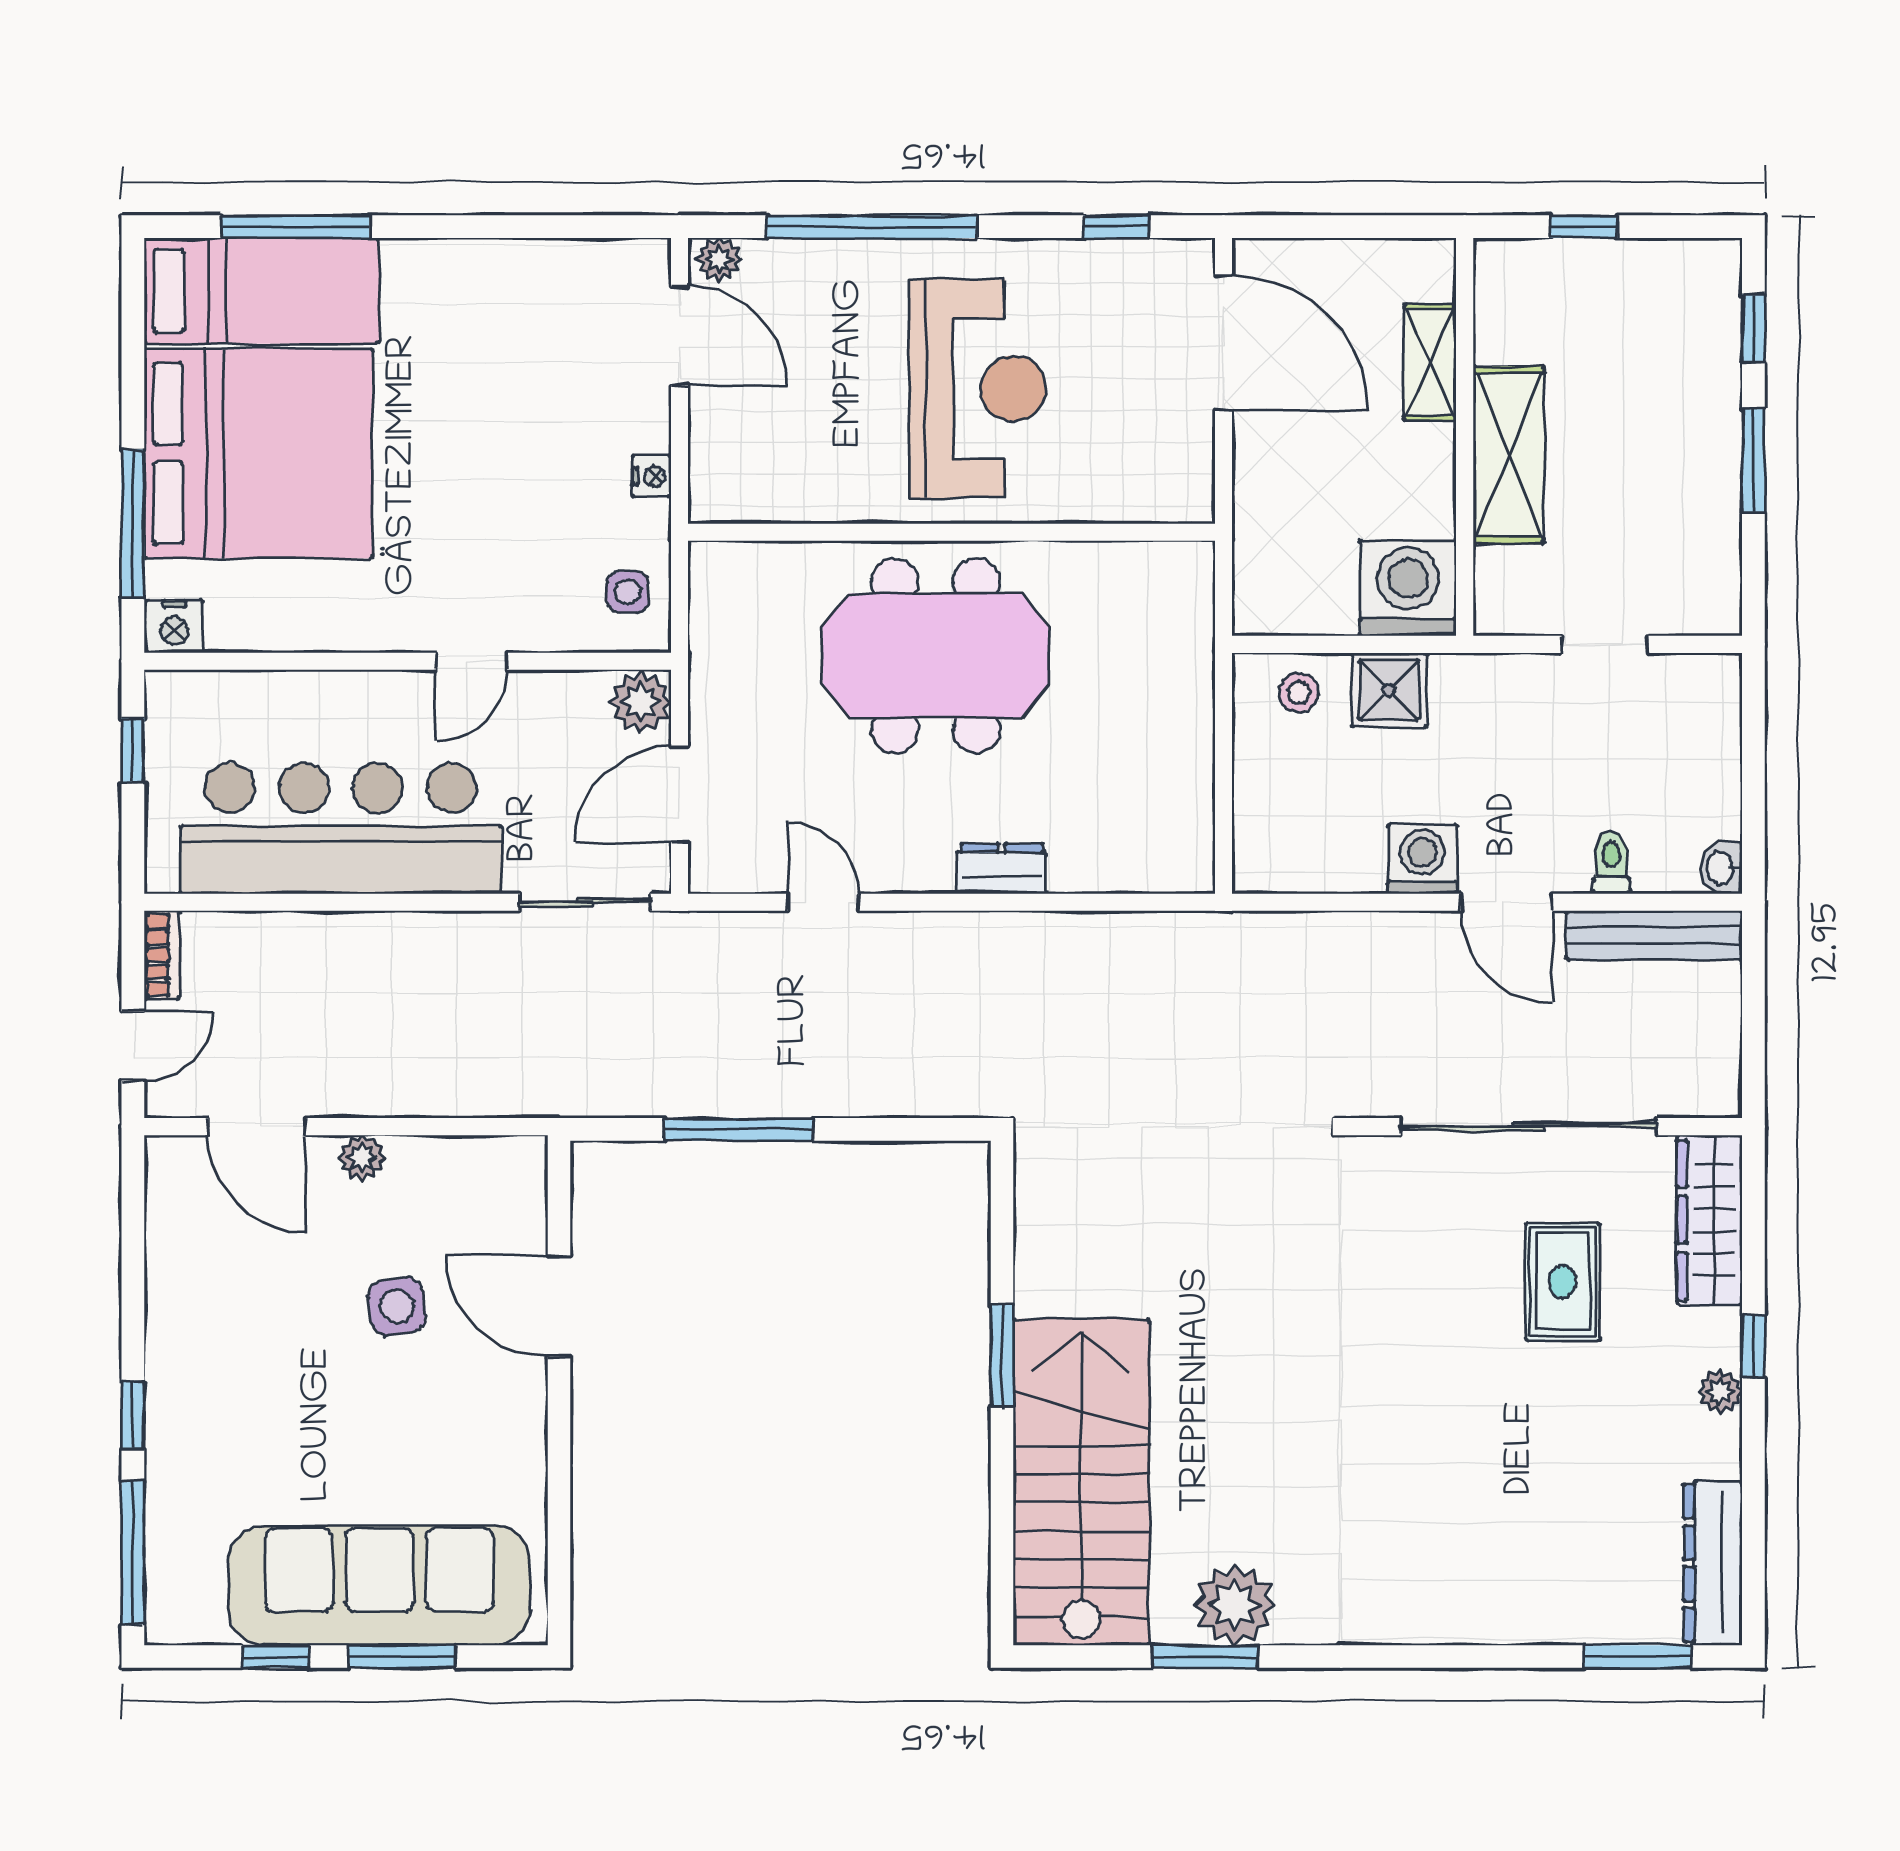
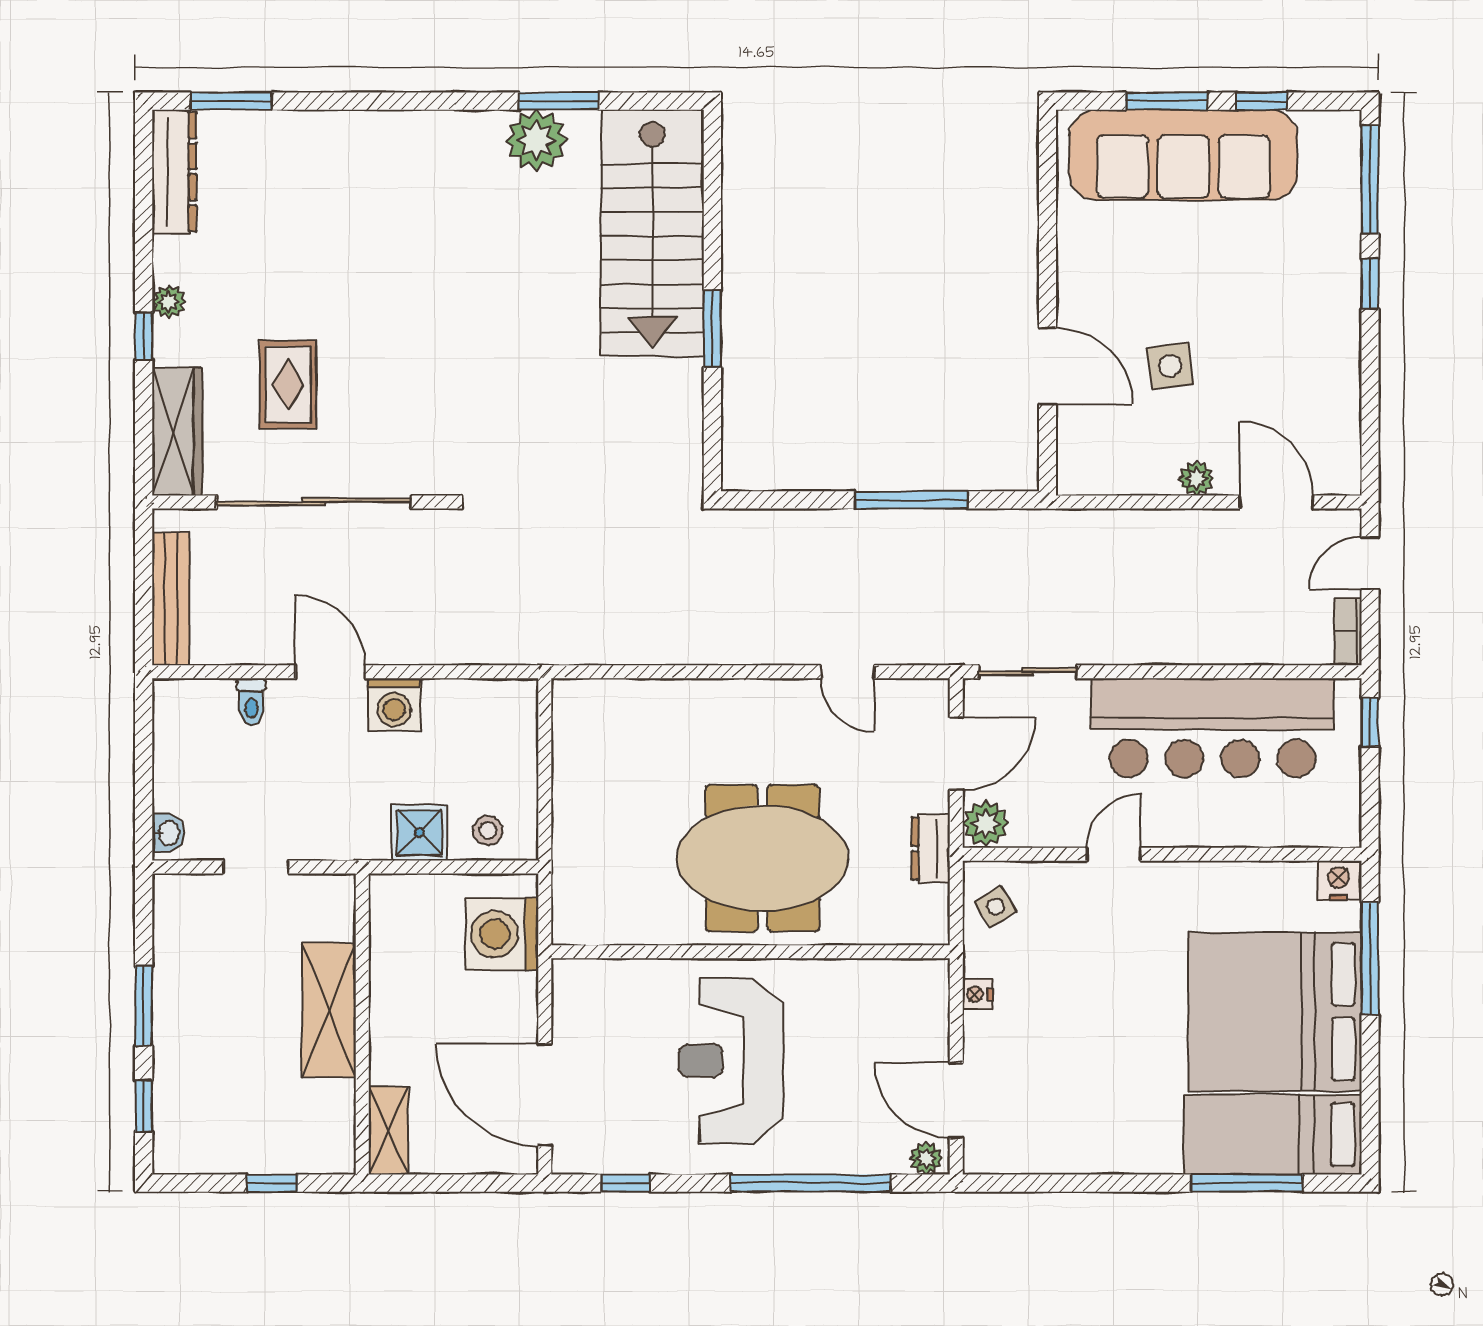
shelving: (1430, 362) -> (388, 1131), moved
washing machine: (1408, 588) -> (502, 934), moved, turned 90
side table: (628, 592) -> (995, 907), turned -31
window: (133, 750) -> (1370, 722), moved
washbasin: (1721, 868) -> (168, 833), moved
dresser: (1002, 869) -> (931, 849), moved, turned 90
bench: (1654, 935) -> (171, 599), moved, turned 90

